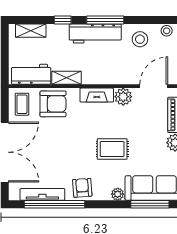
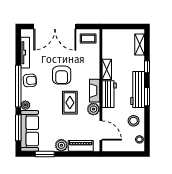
window: (105, 20) -> (147, 97), width x0.69
workbench: (31, 74) -> (109, 94), moved
armchair: (53, 104) -> (62, 75), moved
rug: (112, 149) -> (70, 103), moved
window: (54, 204) -> (18, 86), moved

